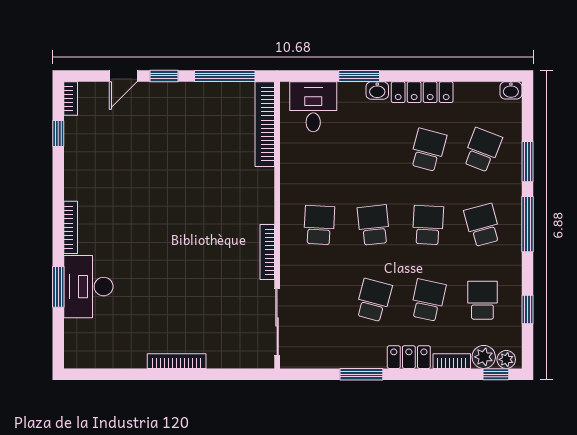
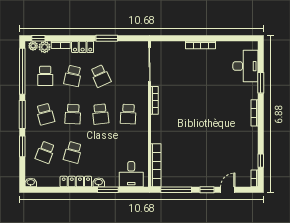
desk: (88, 287) -> (245, 66), moved
school desk: (374, 300) -> (101, 76), turned -39
window: (527, 309) -> (22, 71), width x3.17

